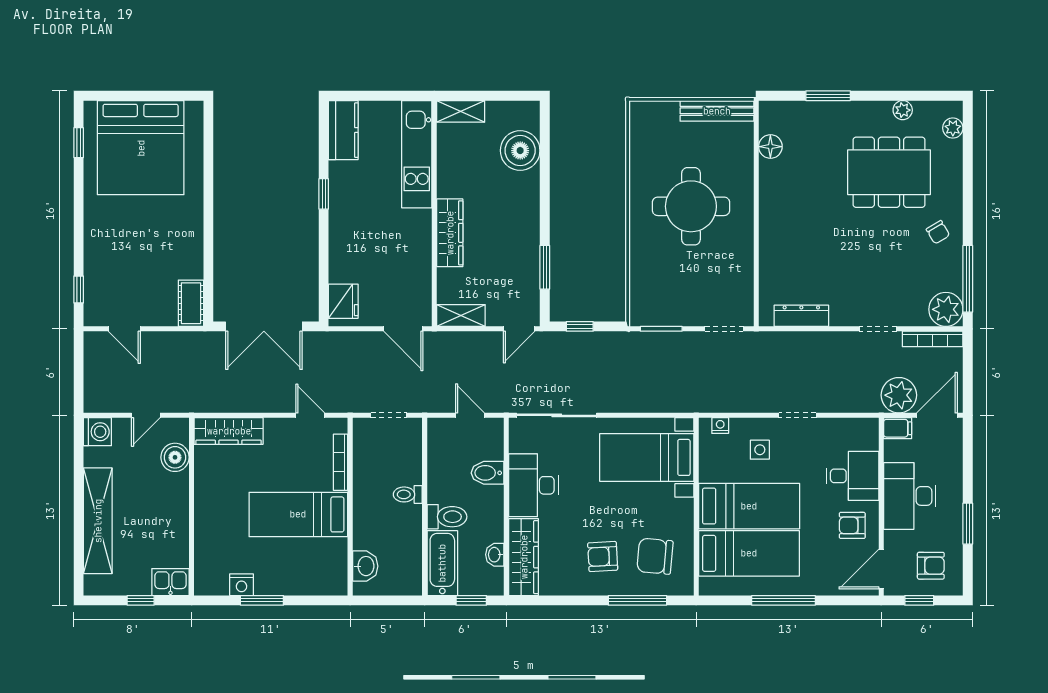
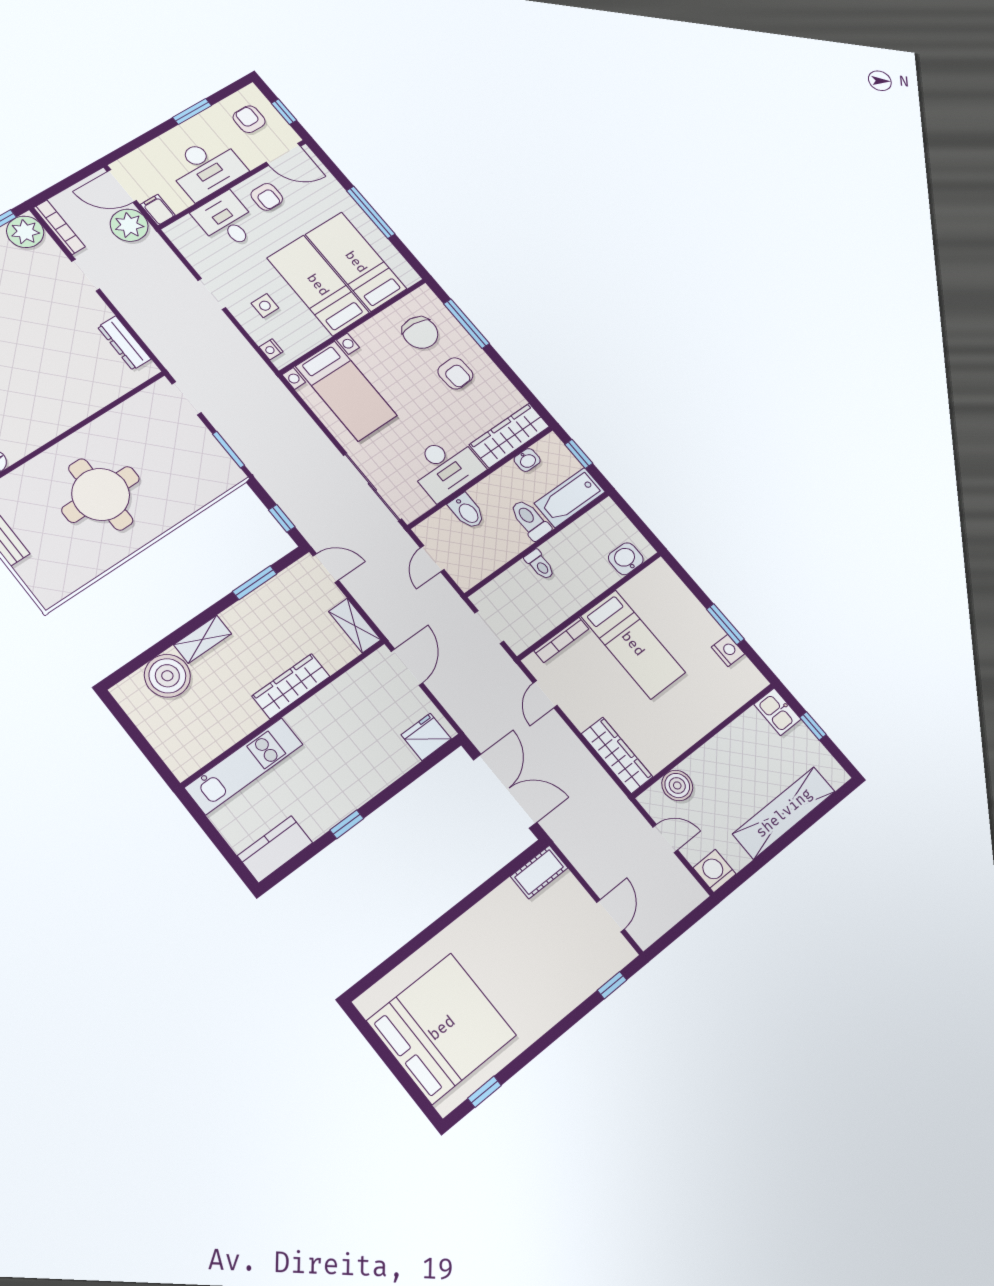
shelving: (461, 111) -> (203, 639), moved, turned 90

